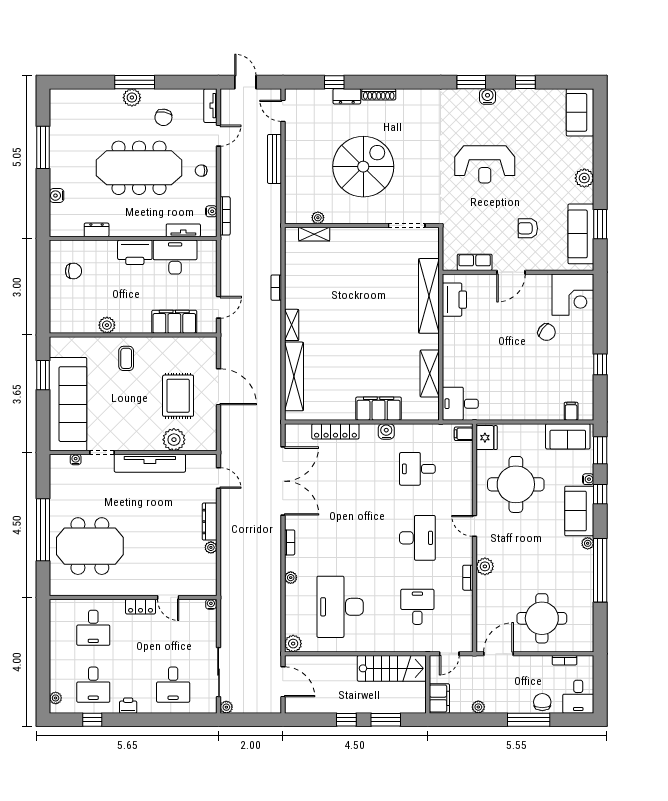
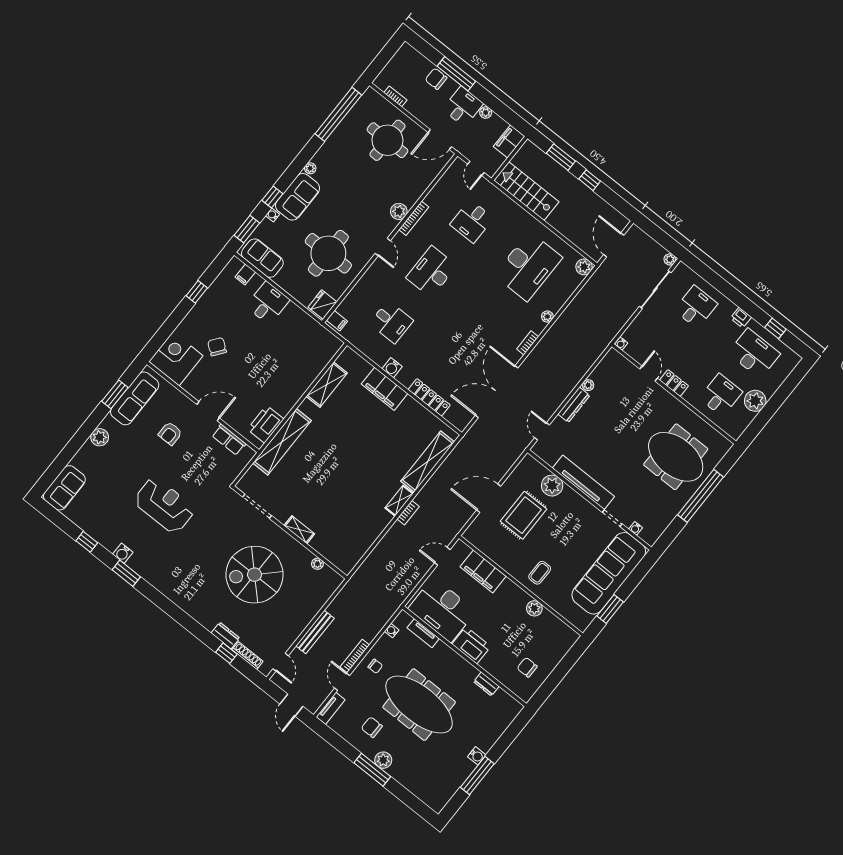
shoe rack: (379, 94) -> (248, 656), moved
chair: (163, 117) -> (372, 727), turned -100
door: (219, 136) -> (342, 682), hinge flipped
water cooler: (57, 196) -> (477, 756), moved
bookcase: (225, 216) -> (355, 656), moved
armchair: (528, 228) -> (170, 433), turned 90
shelving: (314, 234) -> (299, 530), moved
desk: (175, 257) -> (442, 610), width x1.36, depth x1.30
bookcase: (276, 288) -> (408, 513), moved
door: (219, 387) -> (489, 498), hinge flipped
desk: (460, 404) -> (268, 303), moved, turned -90
window: (600, 570) -> (338, 114), moved
bookcase: (468, 578) -> (414, 218), width x1.56
door: (449, 654) -> (476, 168), swing flipped
desk: (93, 685) -> (754, 353), width x1.37
desk: (578, 697) -> (463, 107), moved
plant: (56, 698) -> (755, 401), moved, width x1.88, depth x1.88
chair: (542, 702) -> (436, 79), turned 90

